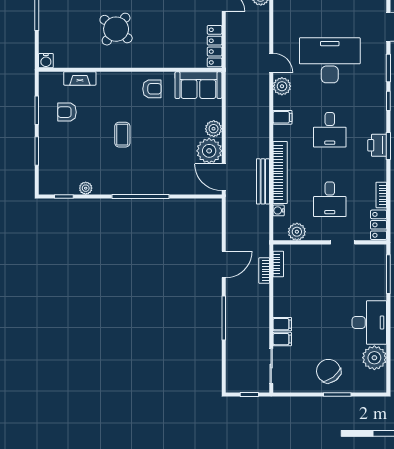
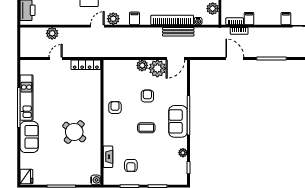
sofa: (198, 85) -> (178, 121), moved, turned 180
armchair: (169, 136) -> (147, 96), added
filing cabinet: (282, 324) -> (249, 19), moved

